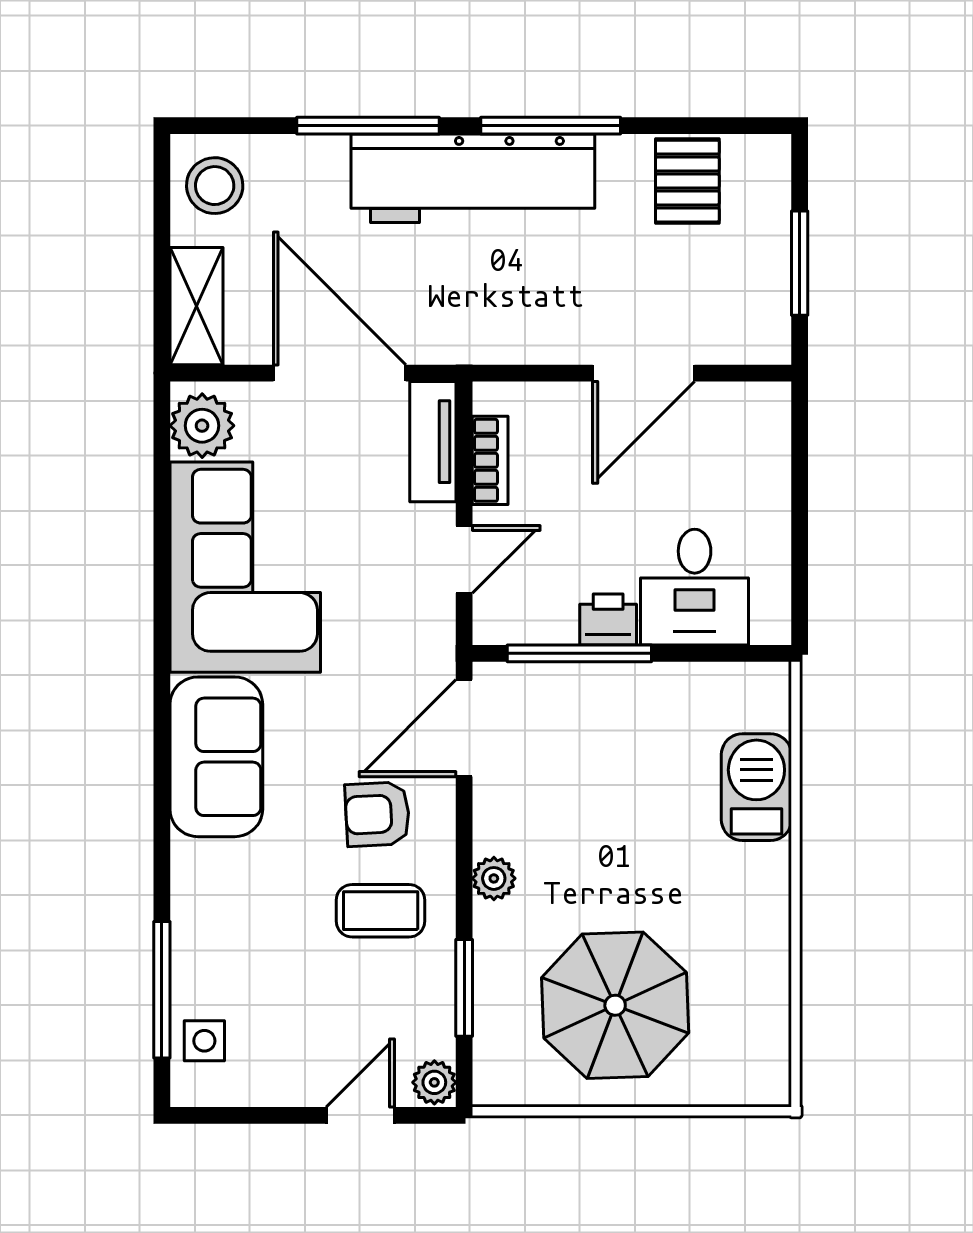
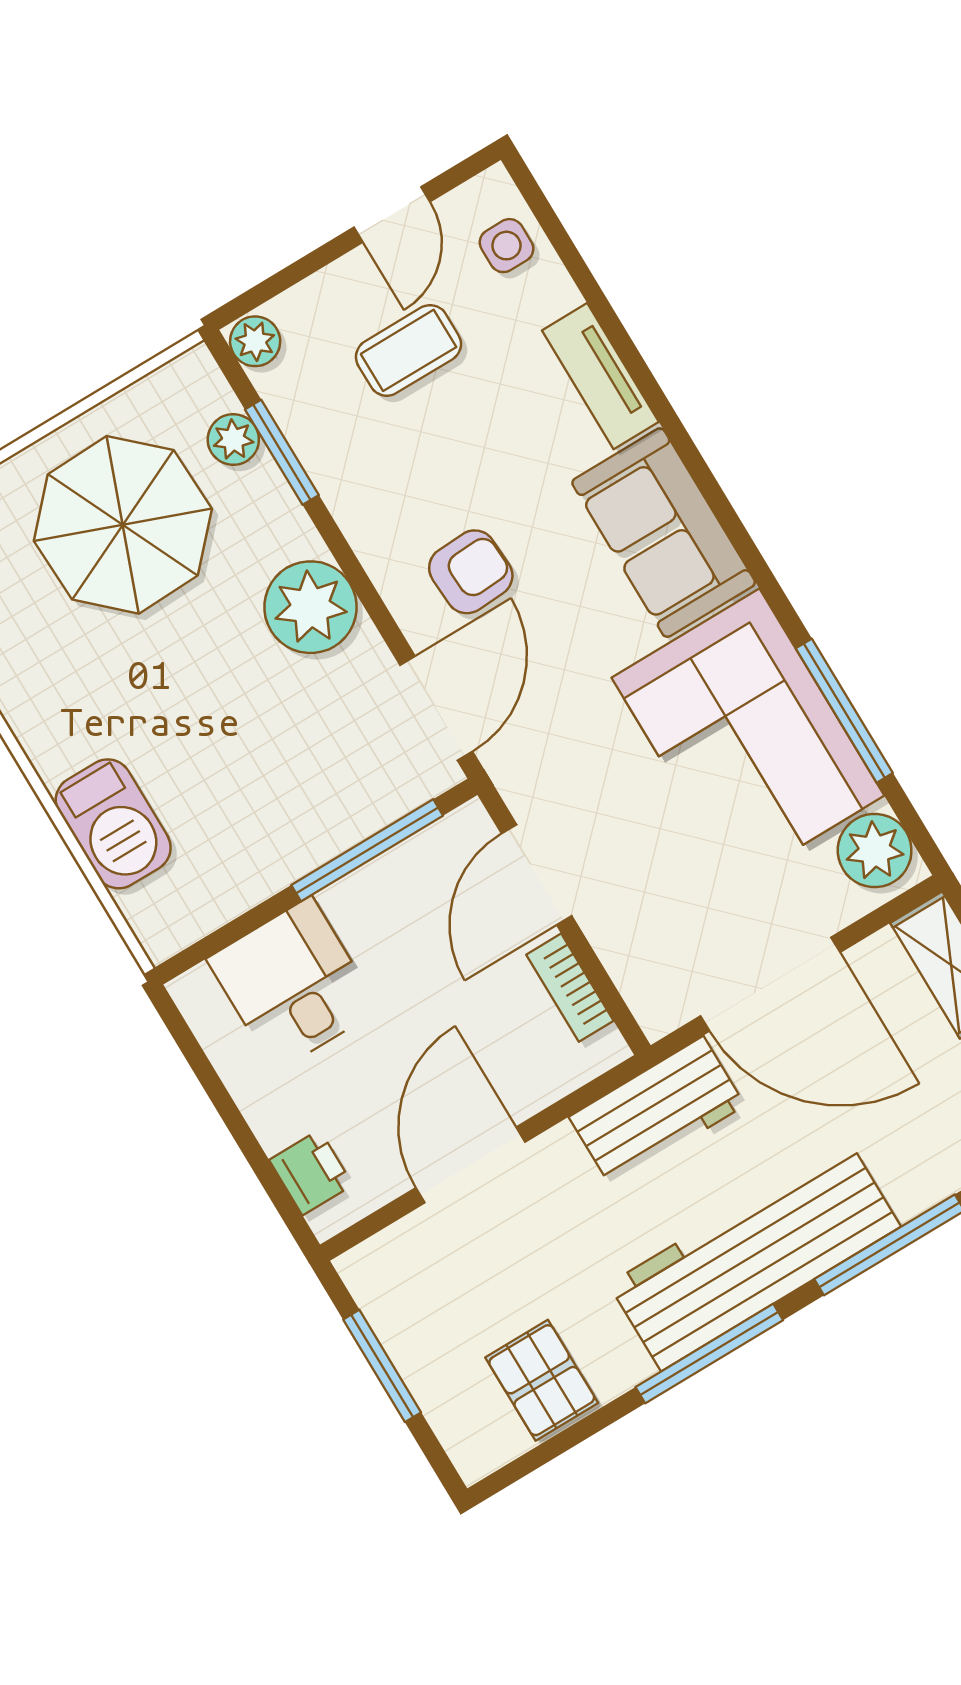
workbench: (481, 329) -> (657, 1111), added
tv unit: (433, 442) -> (600, 376), moved, turned 180
door: (464, 559) -> (537, 875), width x1.38
printer: (608, 620) -> (311, 1172), moved, turned -90
plant: (494, 878) -> (310, 607), width x1.88, depth x1.88
coffee table: (381, 911) -> (408, 350), moved
window: (162, 990) -> (844, 711), moved
plant: (495, 1019) -> (233, 439), added
door: (360, 1115) -> (392, 214), moved

